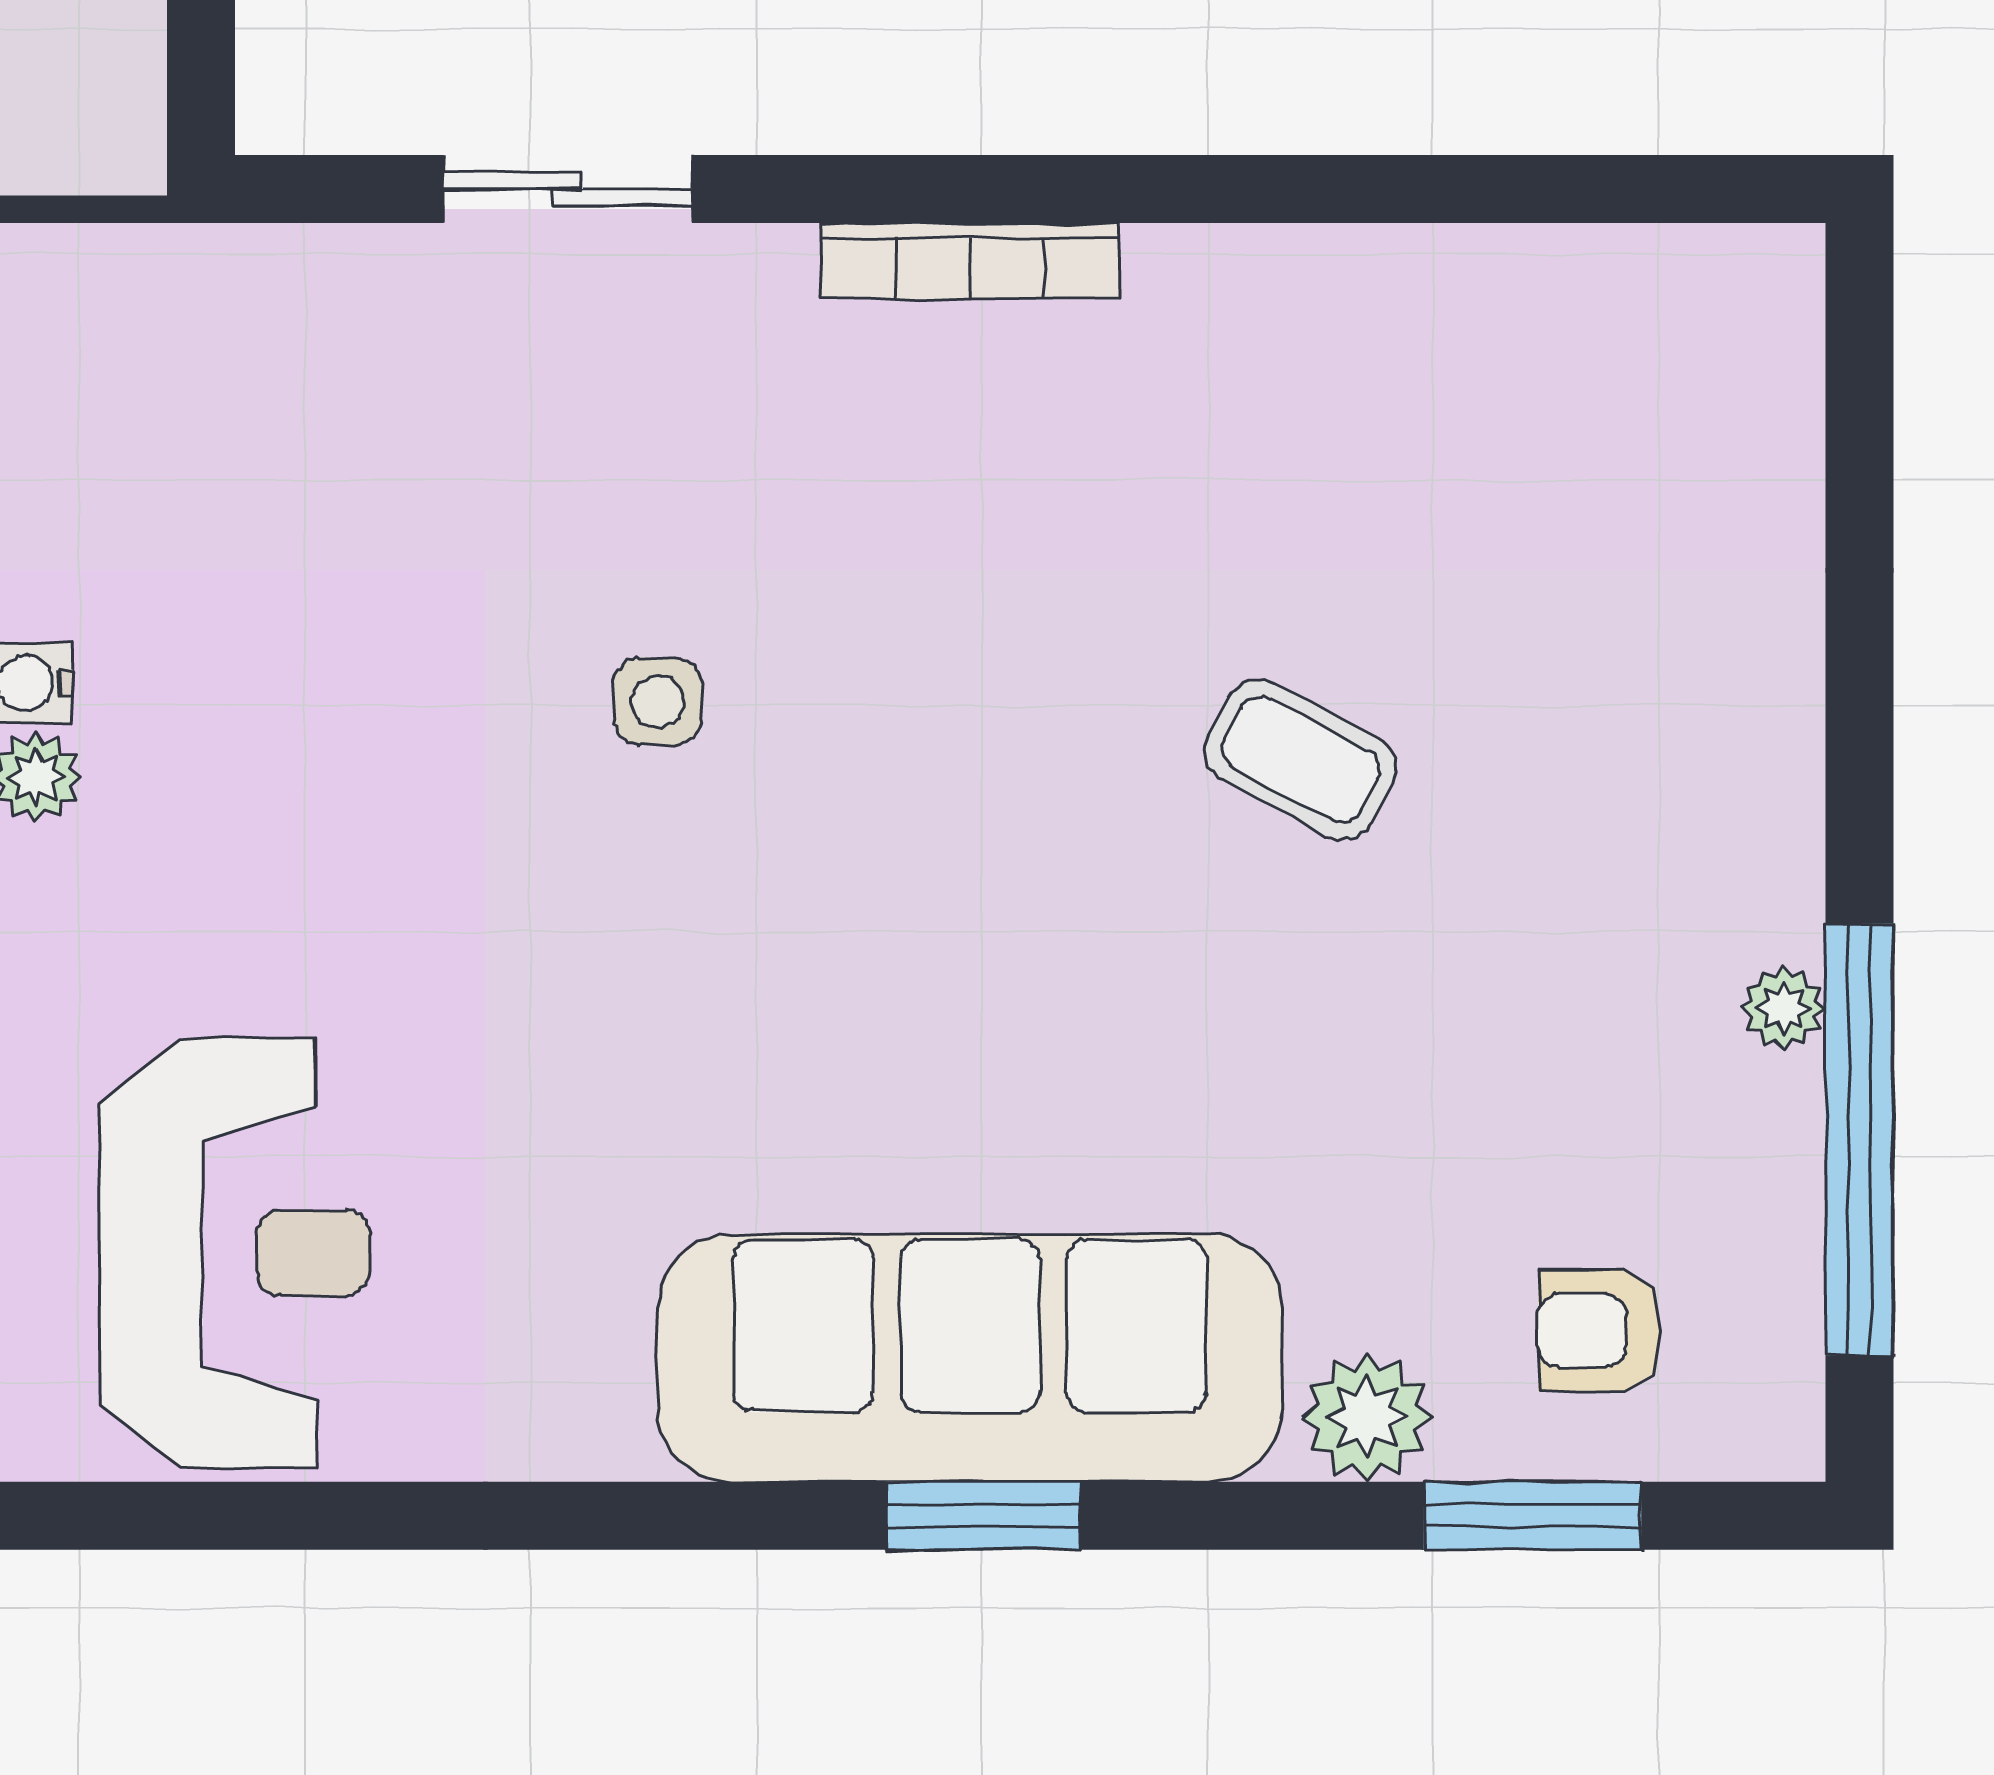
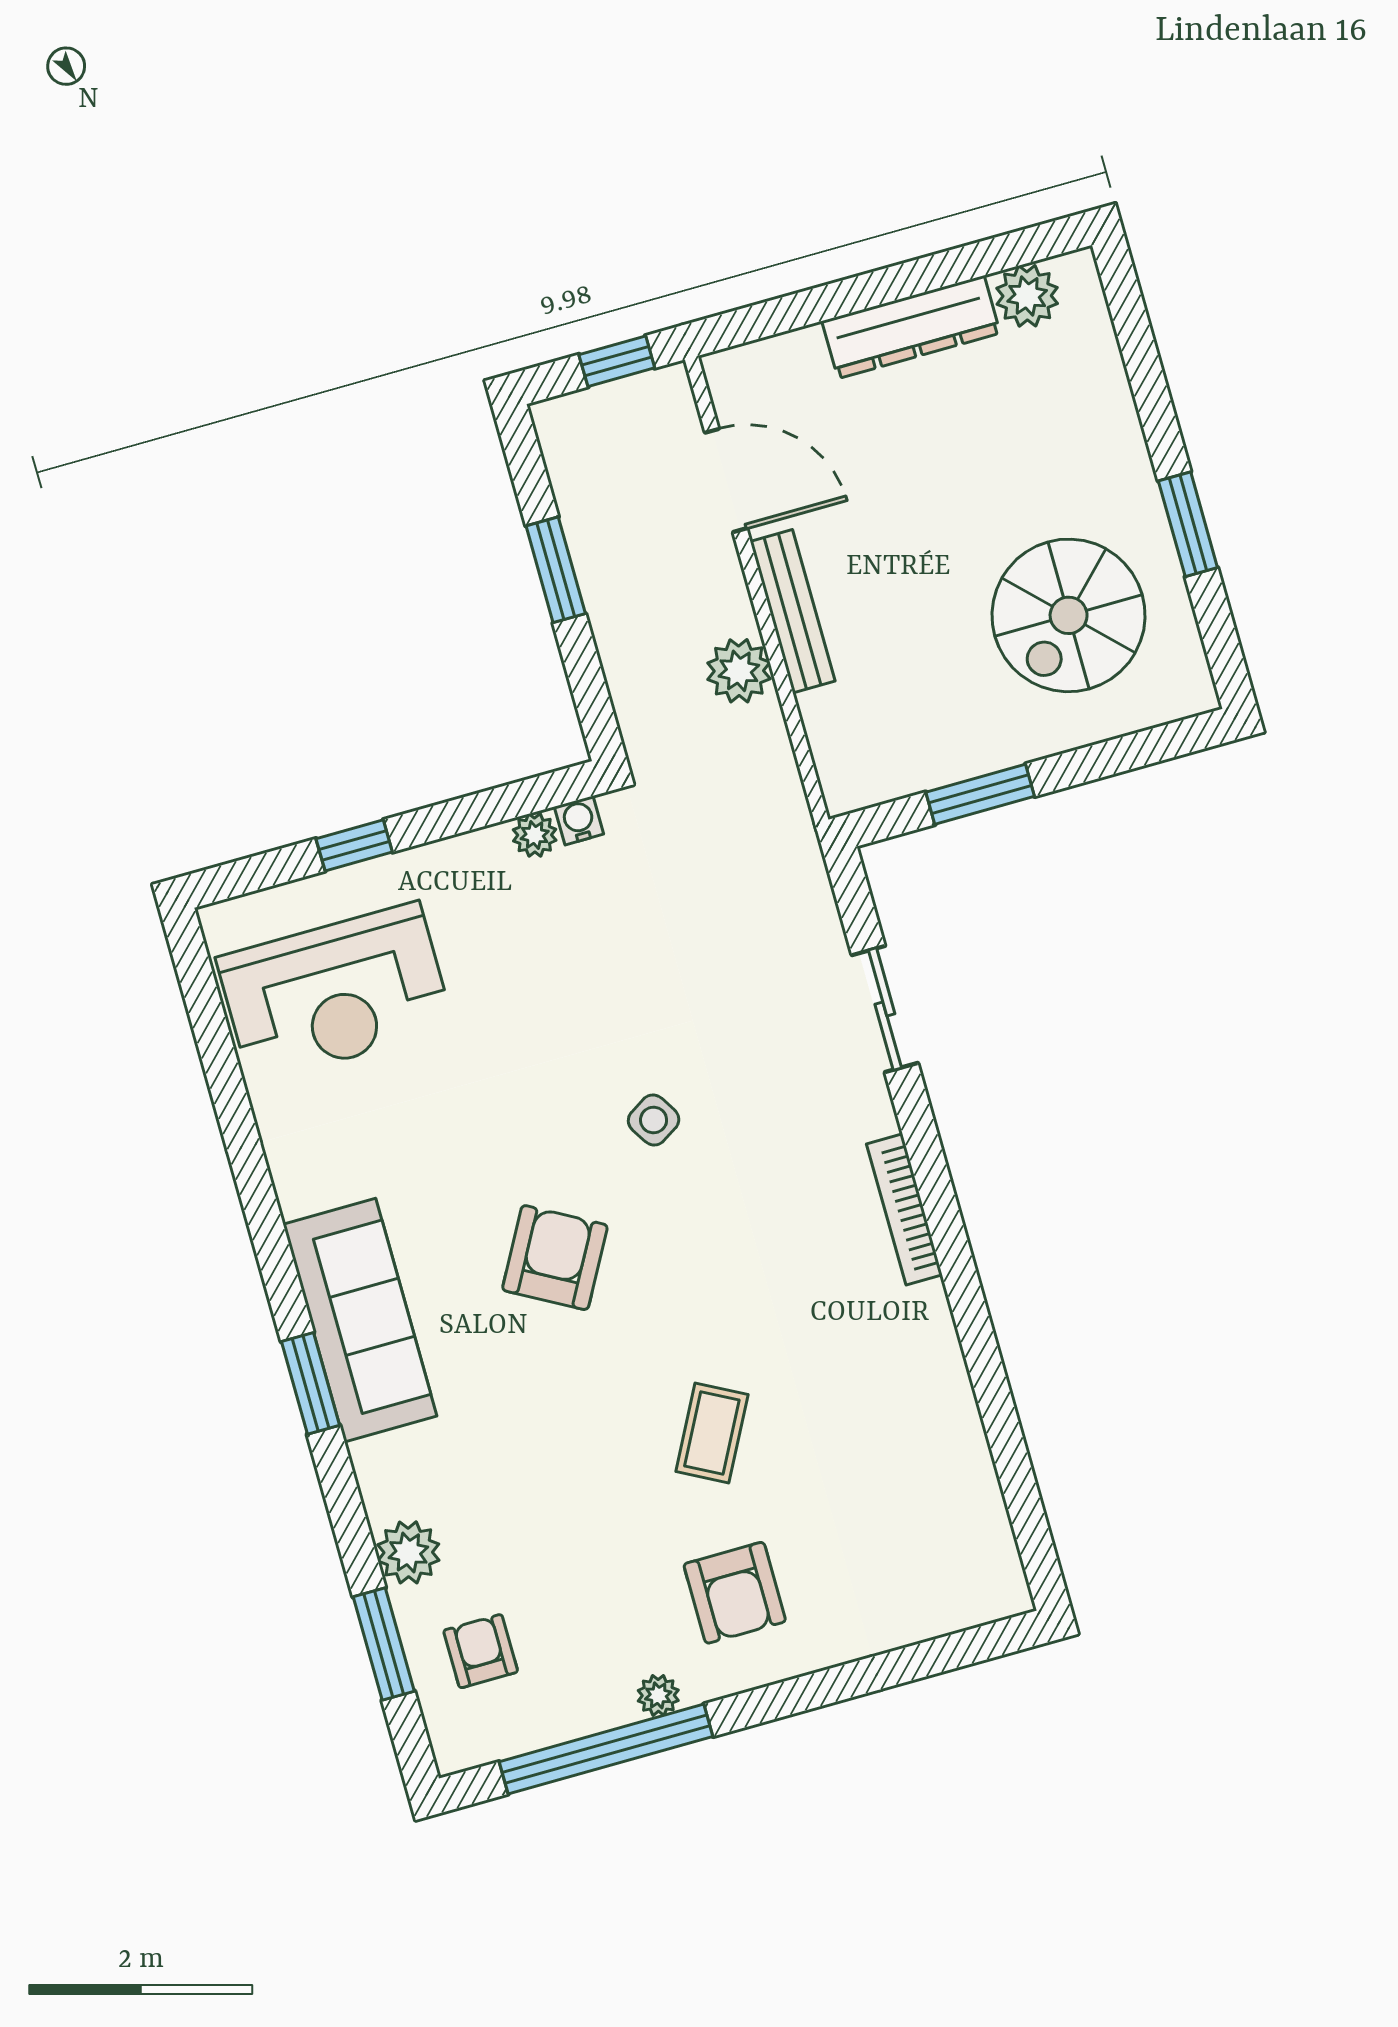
side table: (658, 701) -> (654, 1120), turned -32
armchair: (1625, 802) -> (735, 1593), added
armchair: (872, 970) -> (555, 1258), added
sofa: (970, 1358) -> (360, 1320), width x0.74, depth x0.79

